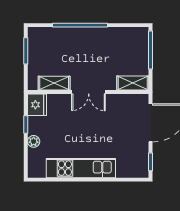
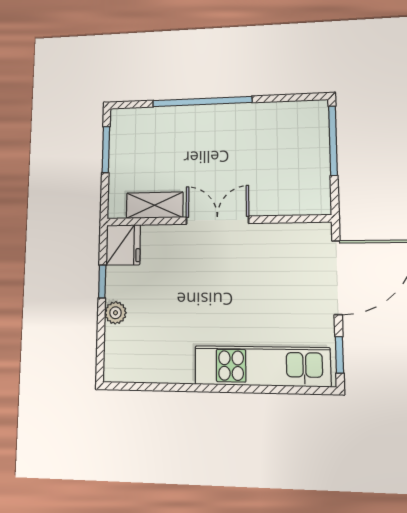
shelving: (133, 83) -> (301, 202), removed
double door: (89, 92) -> (217, 220), swing flipped
kitchen unit: (81, 168) -> (262, 366), moved

